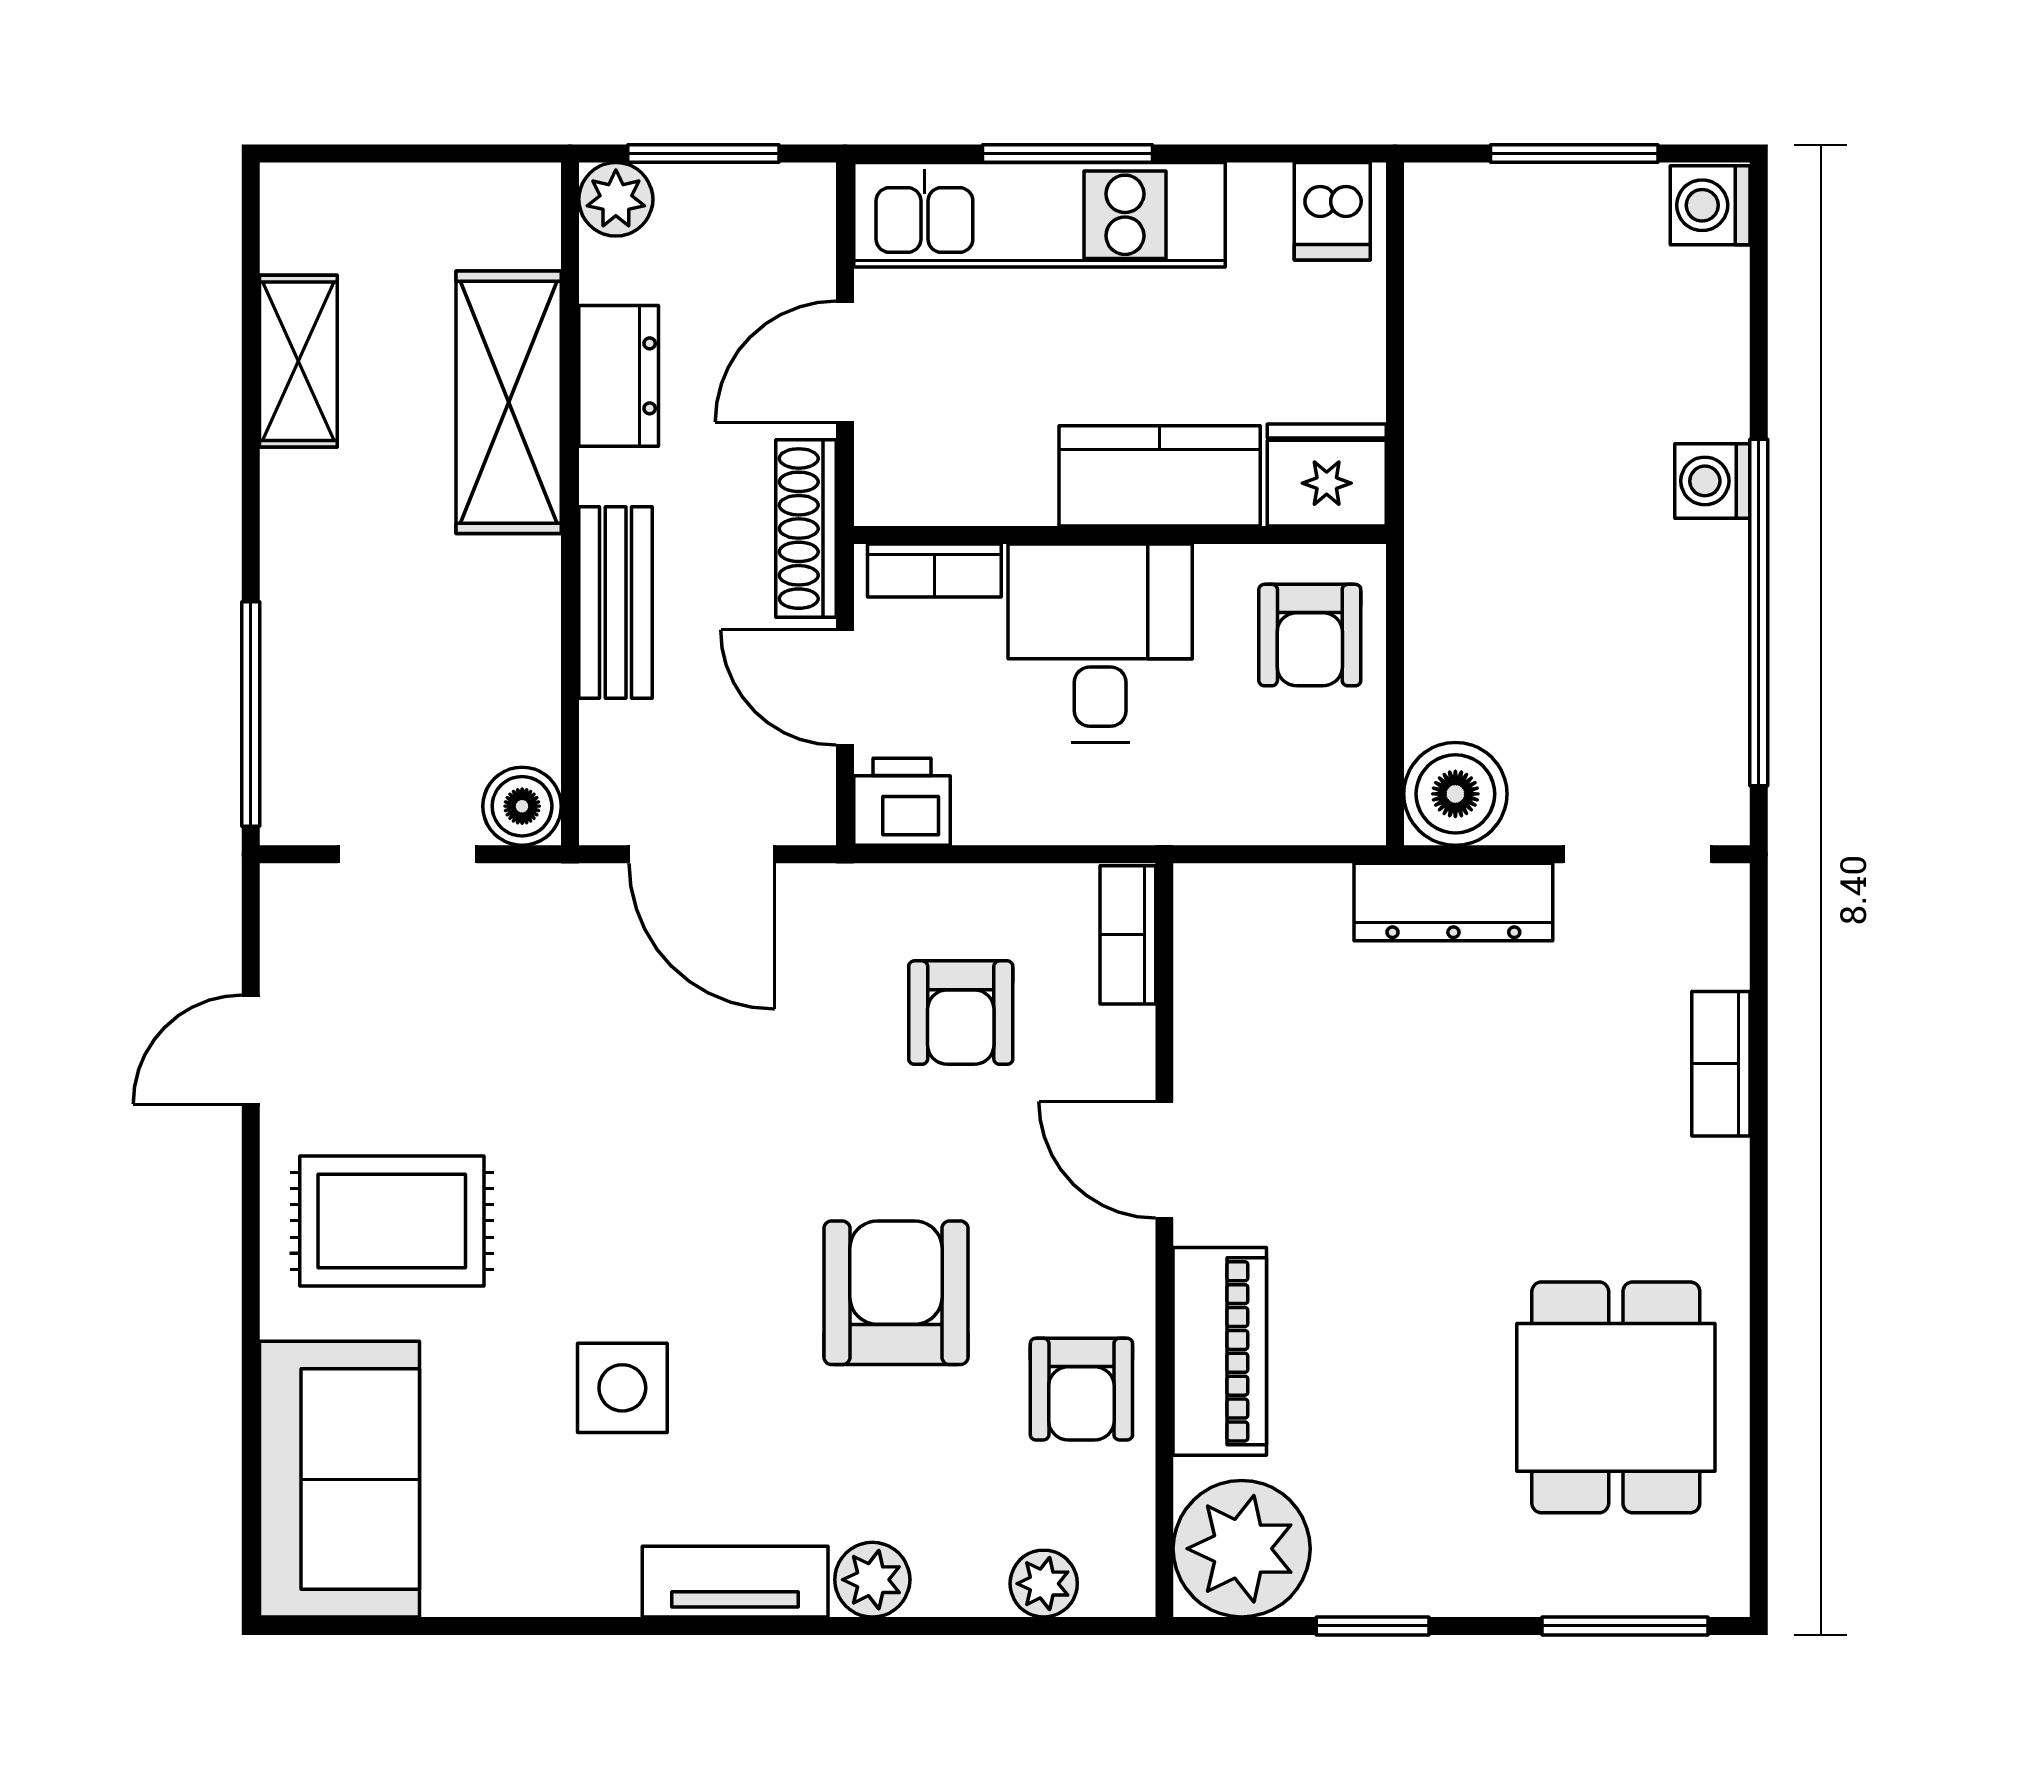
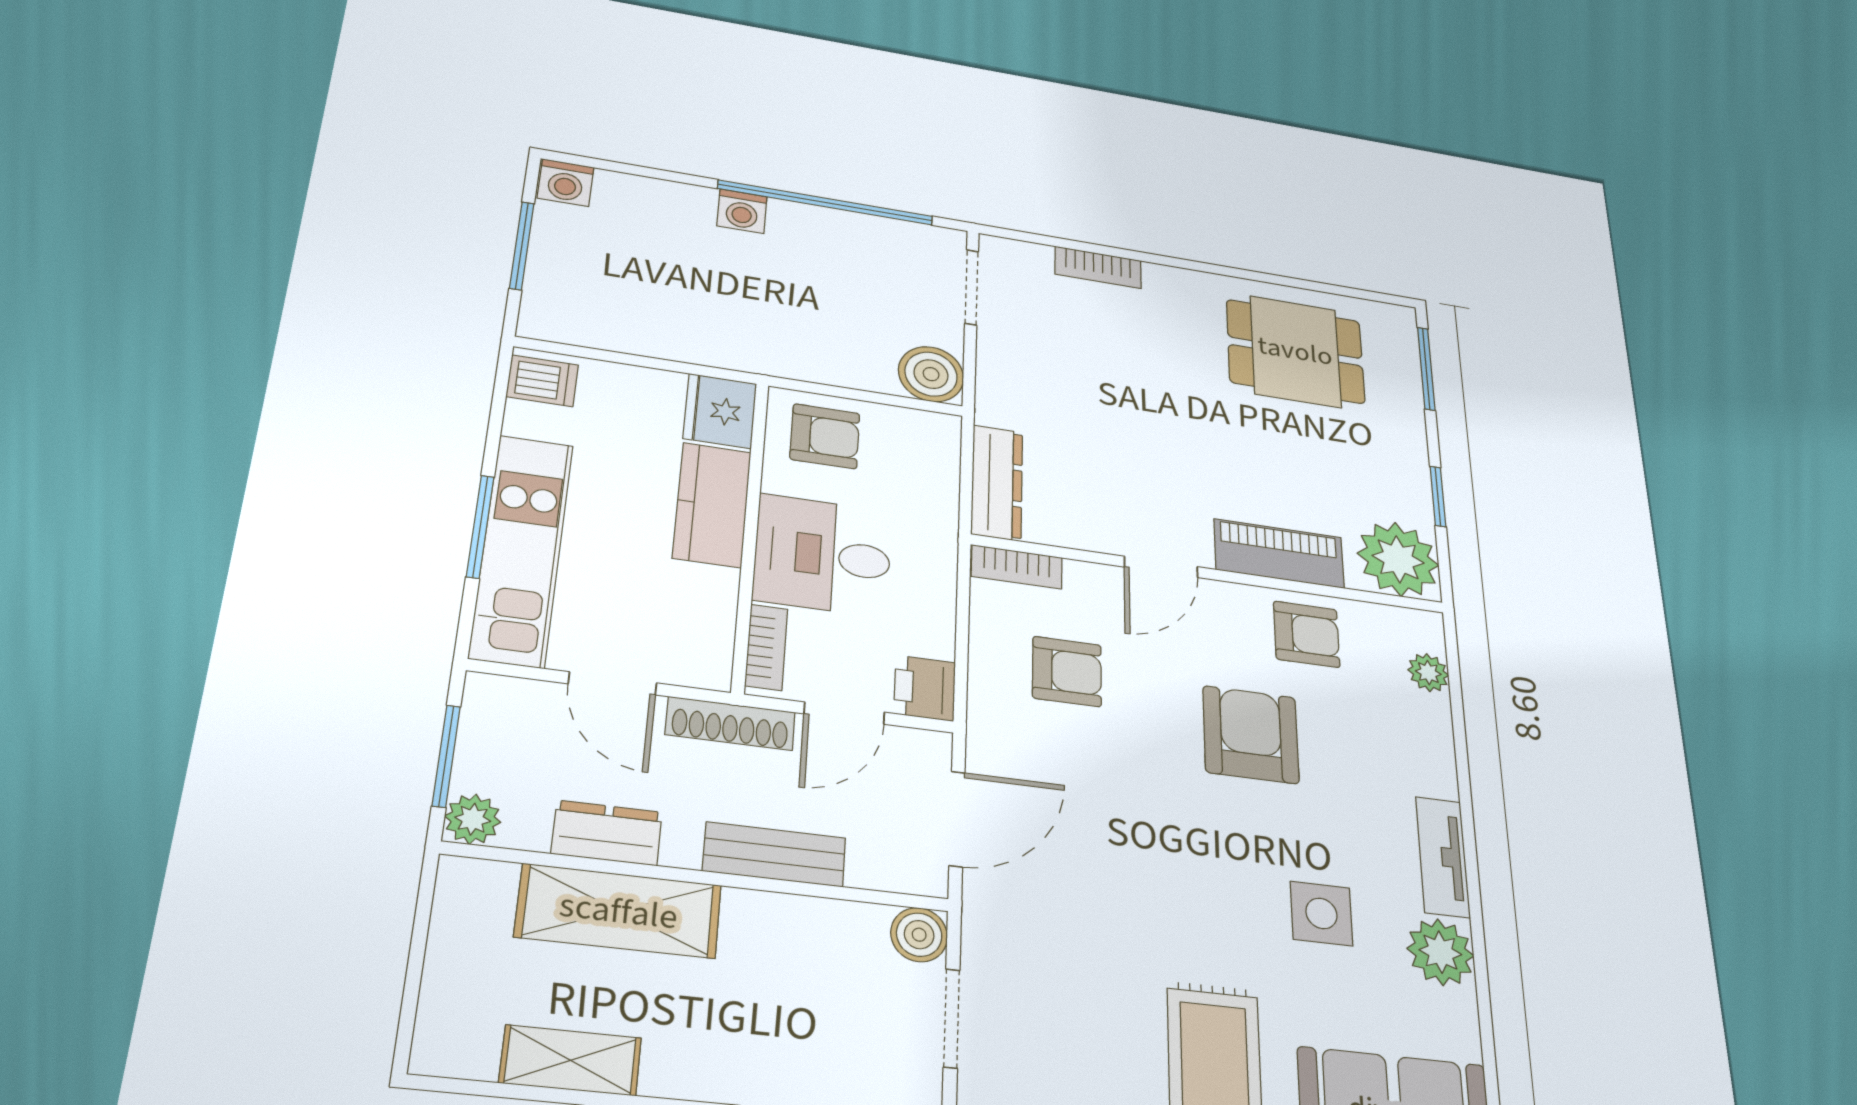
dresser: (1453, 902) -> (997, 483), moved
armchair: (896, 1293) -> (1251, 735), turned 90
plant: (872, 1580) -> (1440, 952), moved, width x1.38, depth x1.38

